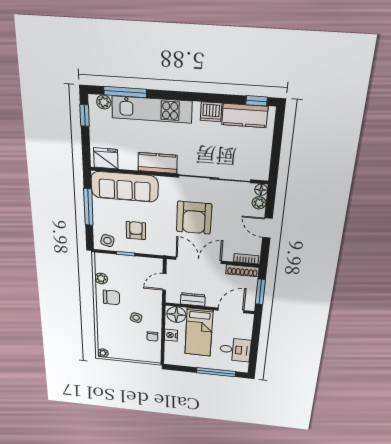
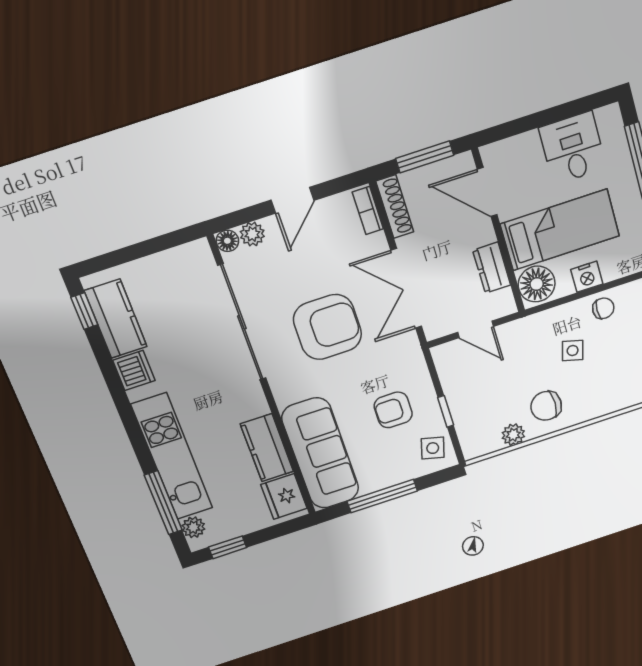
kitchen counter: (158, 163) -> (267, 448), moved
chair: (111, 297) -> (546, 406), turned -90

